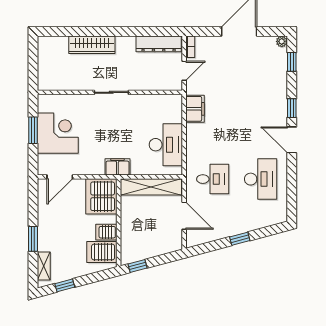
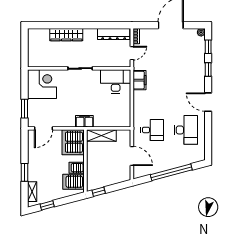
window: (292, 108) -> (208, 70), moved
window: (33, 130) -> (25, 109), moved
corner desk: (58, 133) -> (42, 84), moved
desk: (166, 145) -> (116, 81), moved, turned -90
shelving: (151, 187) -> (101, 136), width x0.68
window: (240, 239) -> (171, 172), width x3.17

